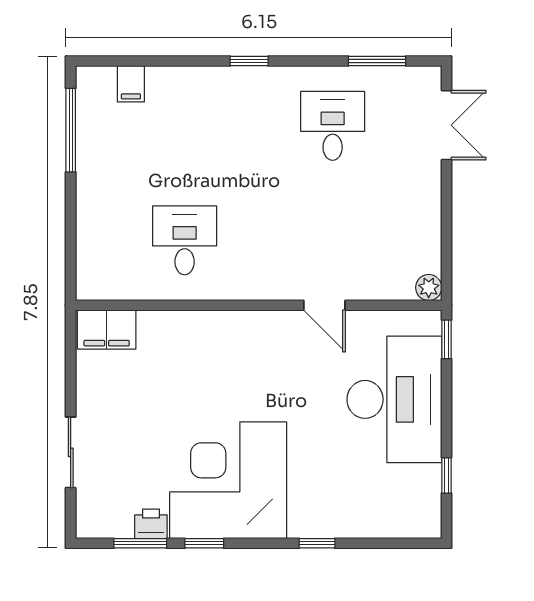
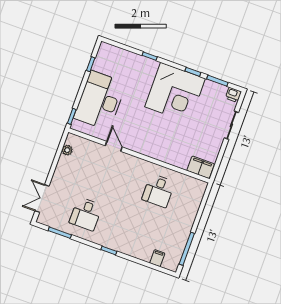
plant: (429, 288) -> (67, 150), moved
printer: (151, 524) -> (233, 95), moved

